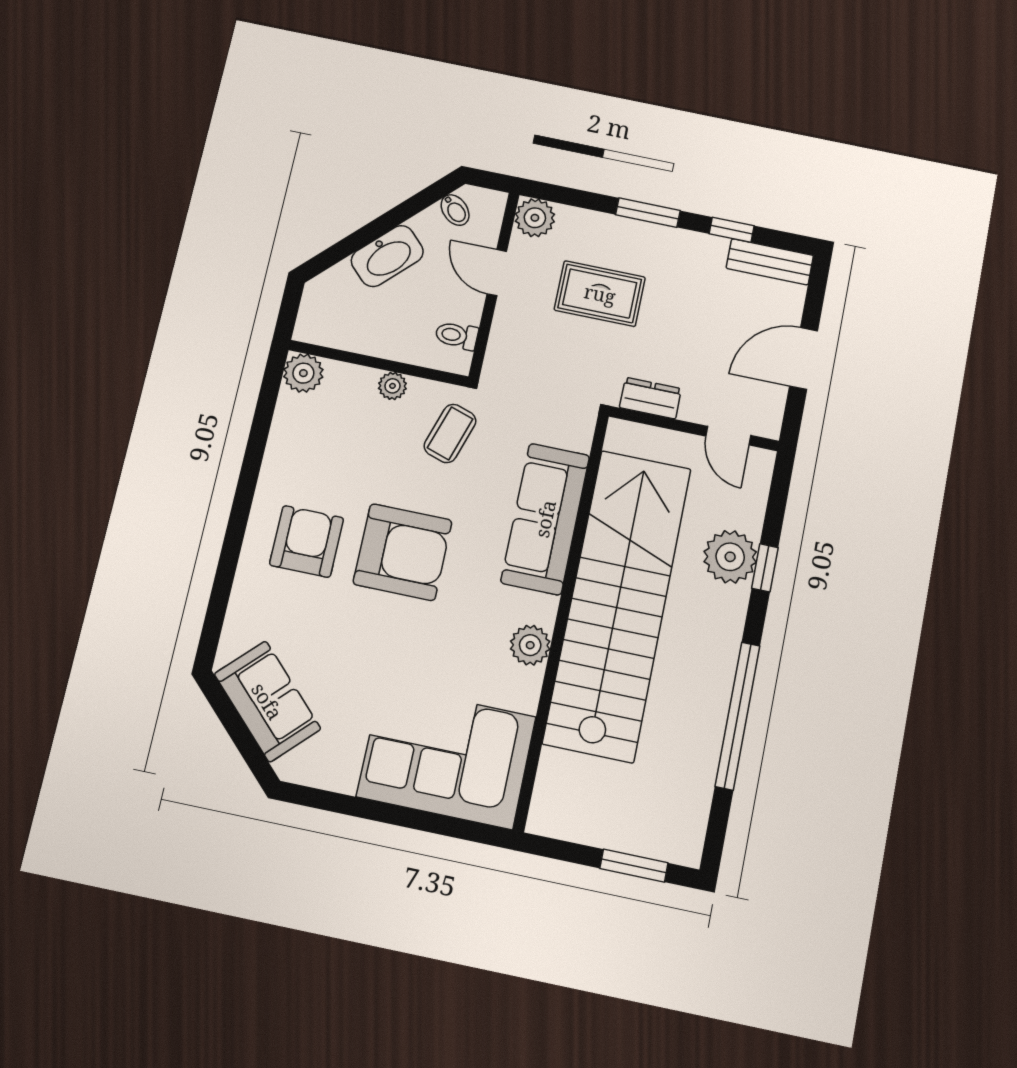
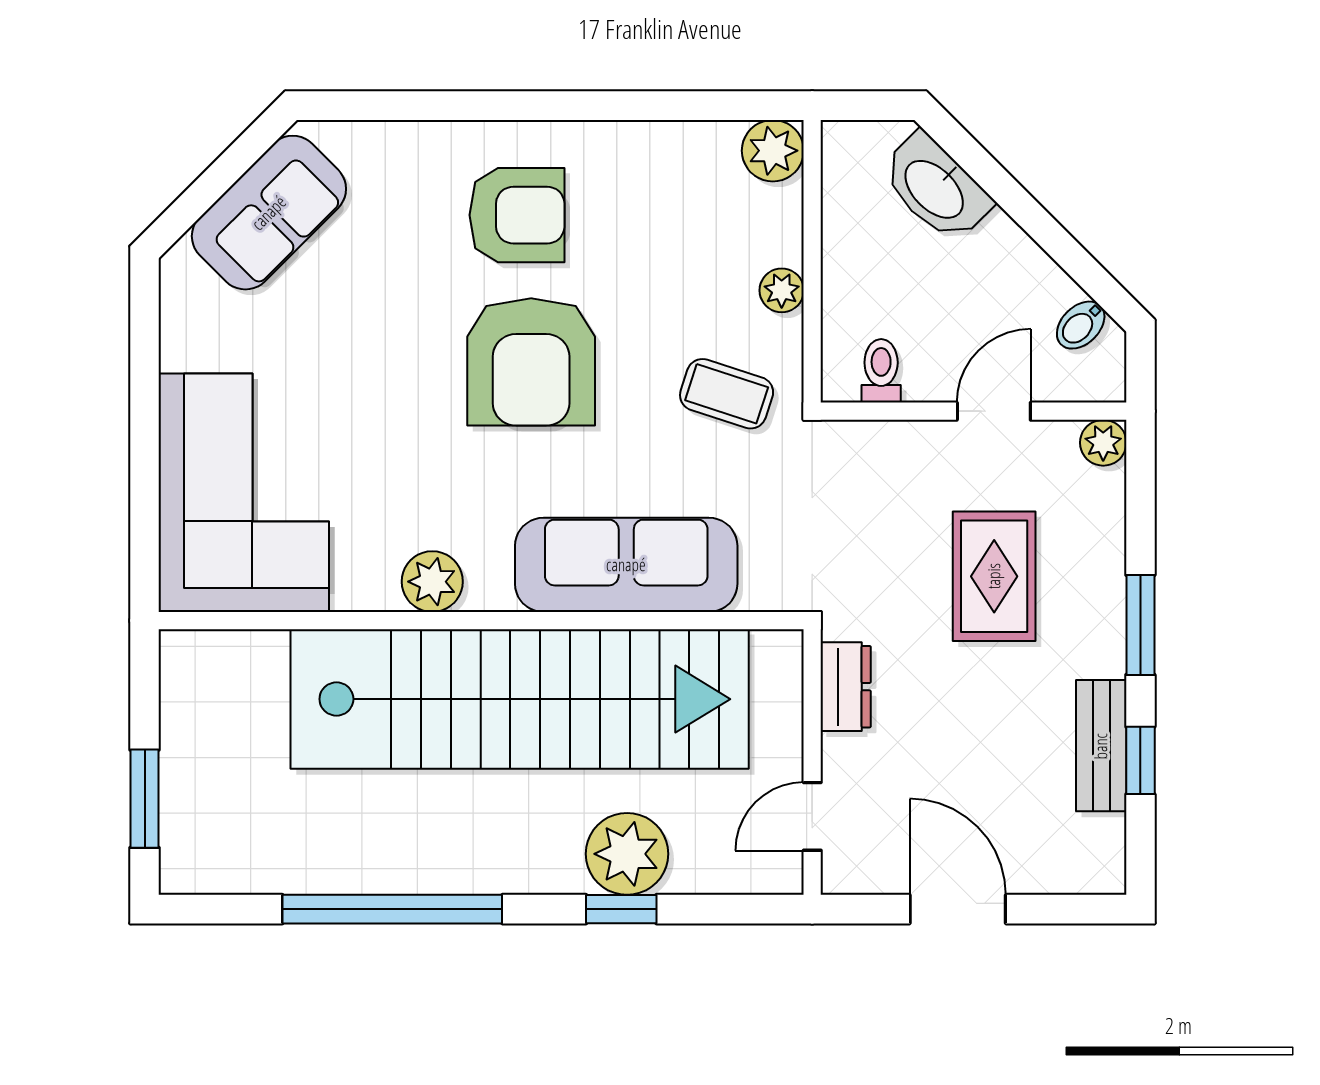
plant: (535, 218) -> (1103, 443), width x0.73, depth x0.73
washbasin: (387, 256) -> (936, 188), moved
bench: (770, 262) -> (1101, 746), moved

